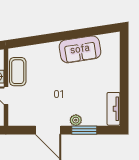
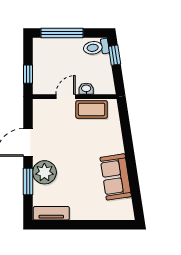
plant: (76, 120) -> (44, 172), width x1.87, depth x1.87

